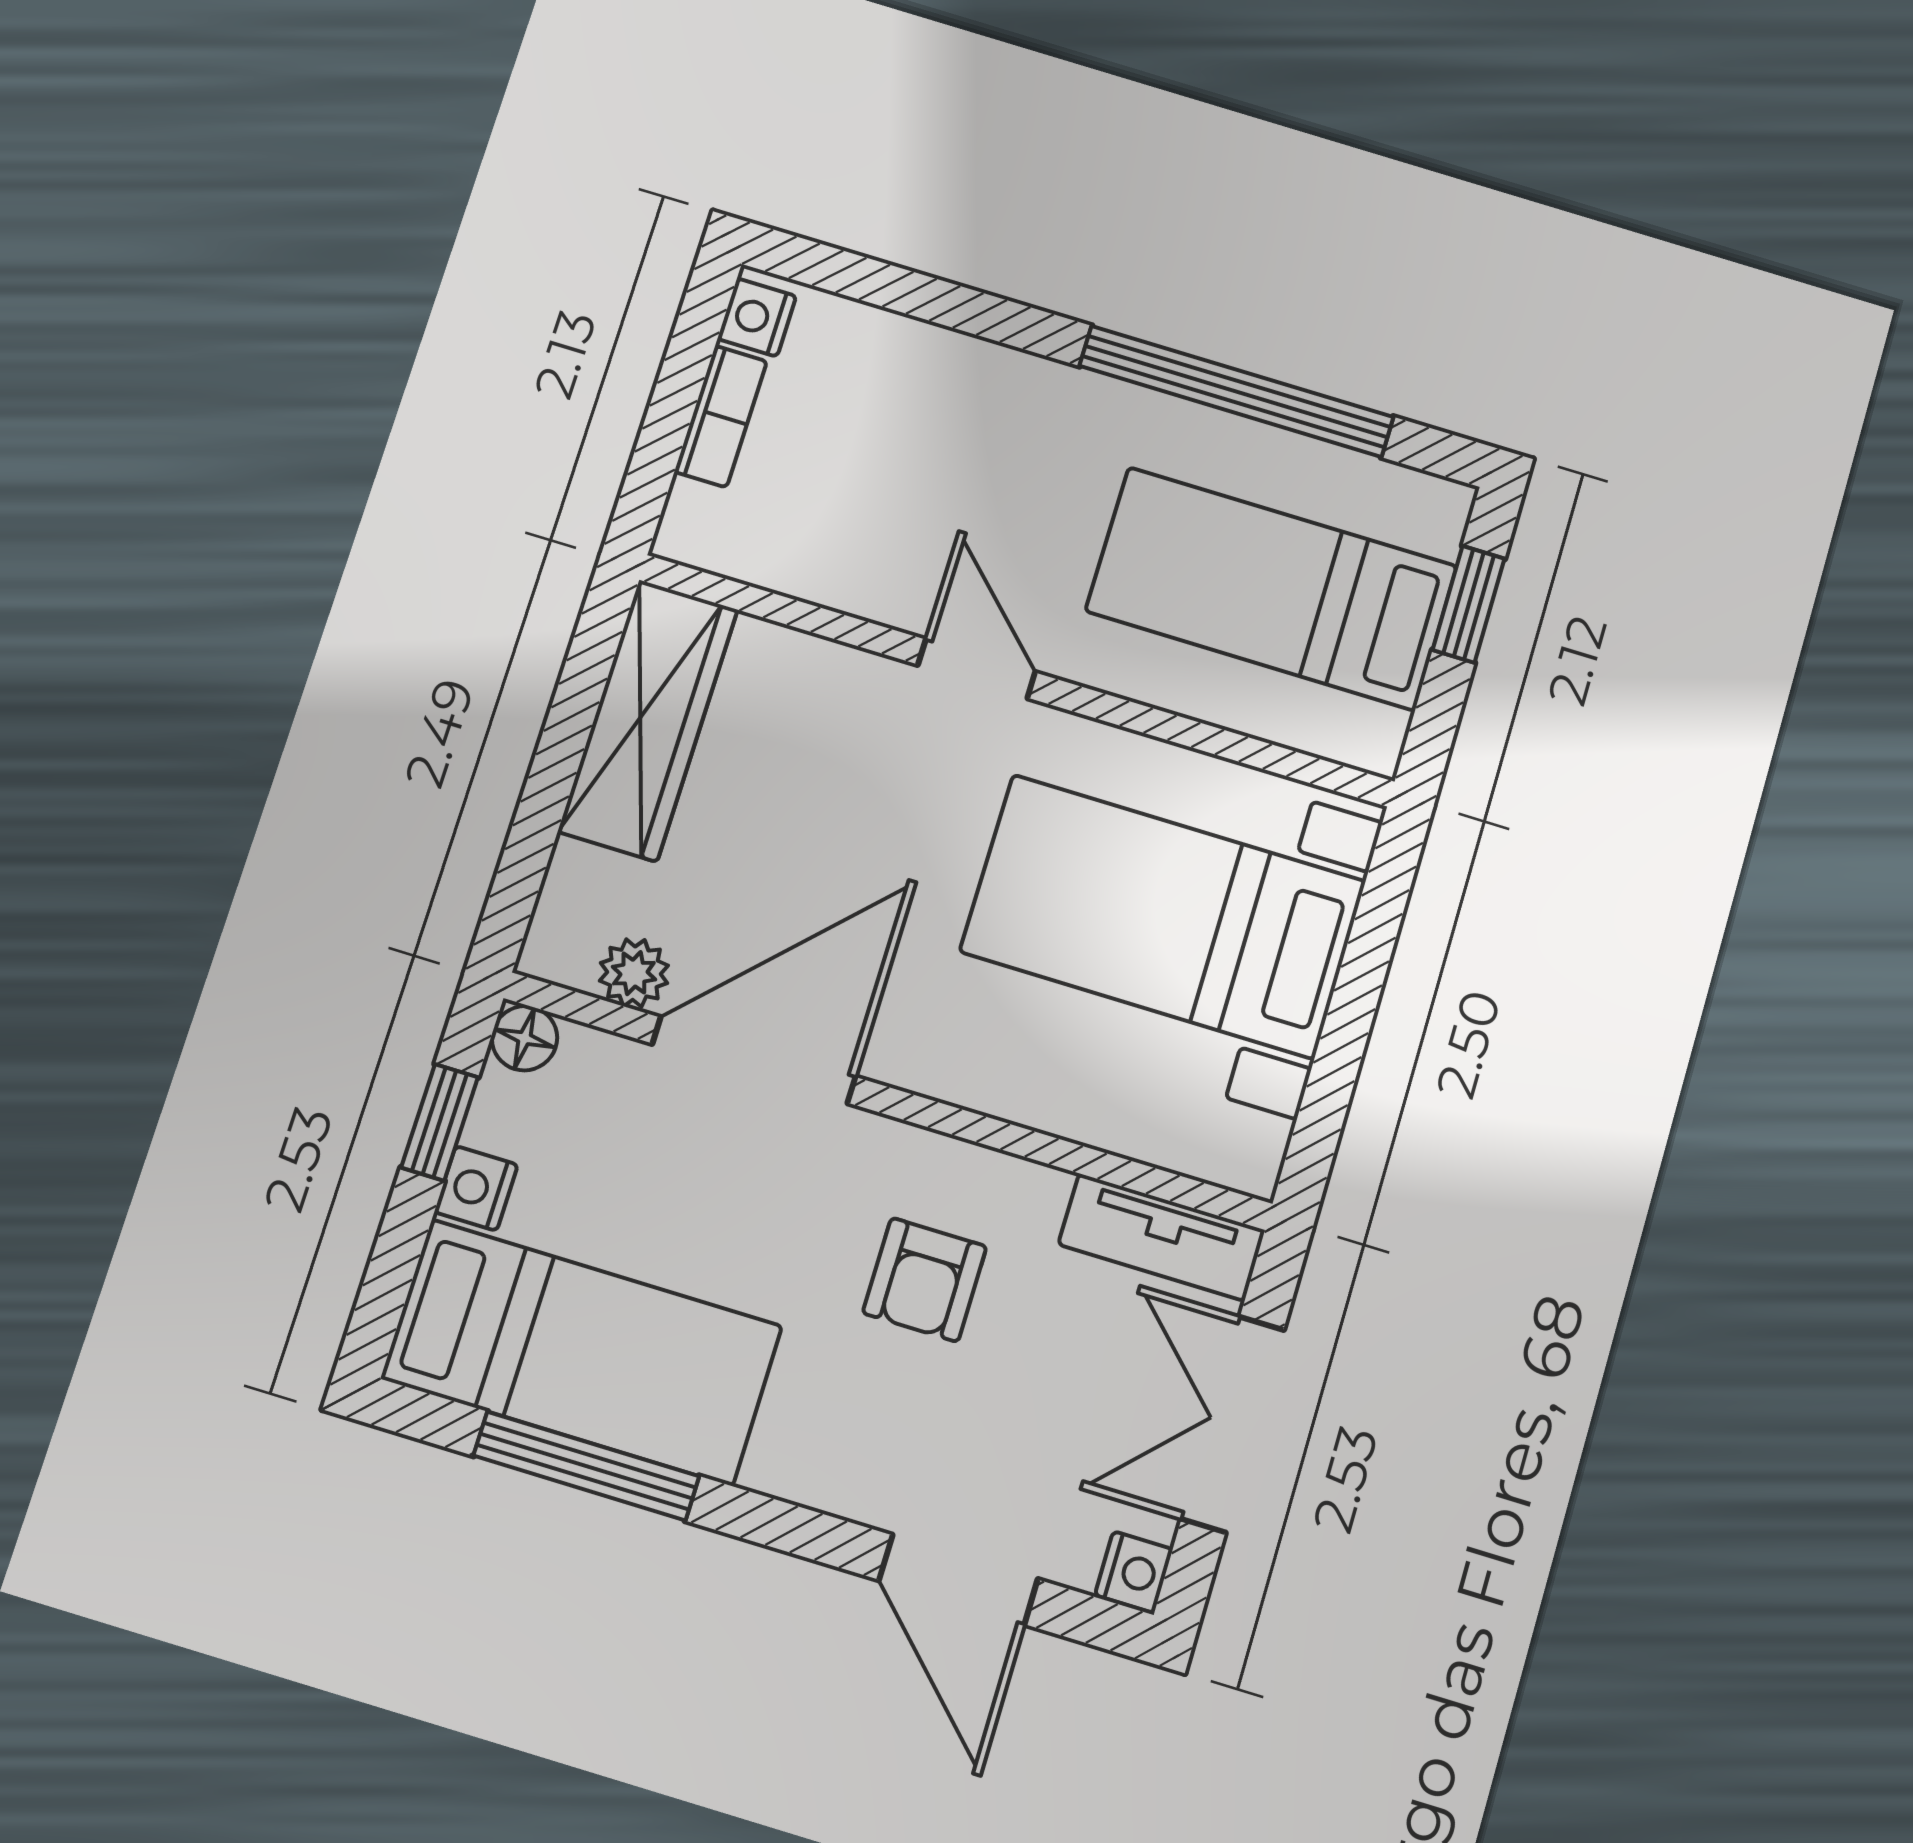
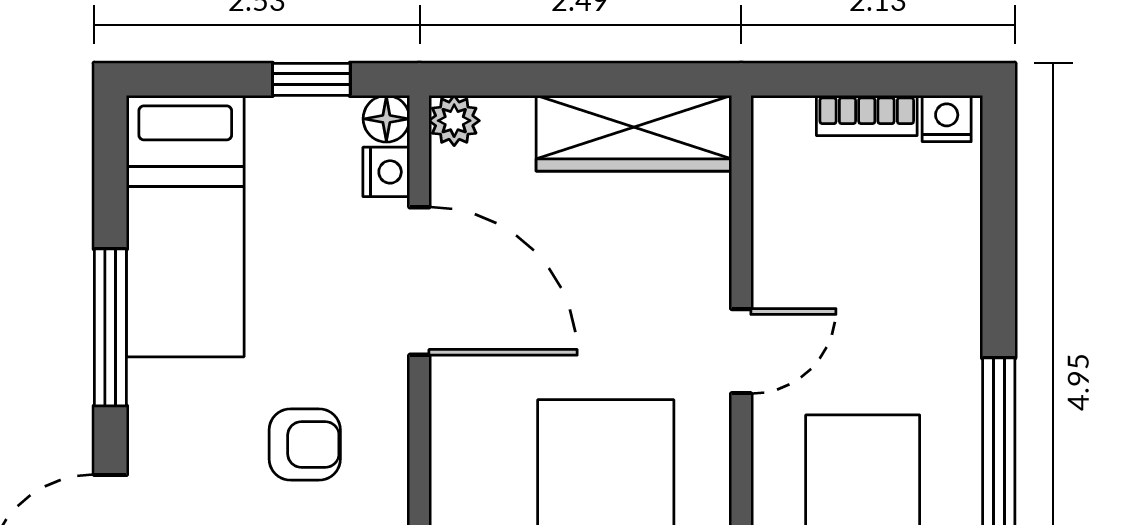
plant: (634, 973) -> (454, 121), moved
nightstand: (476, 1188) -> (386, 172), moved, turned 90
armchair: (925, 1280) -> (305, 444), turned 180
window: (586, 1466) -> (110, 327), moved

